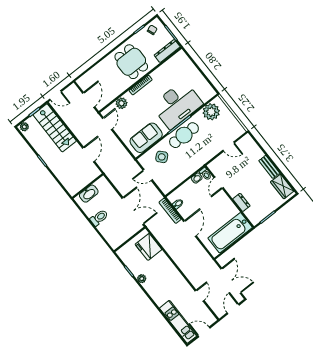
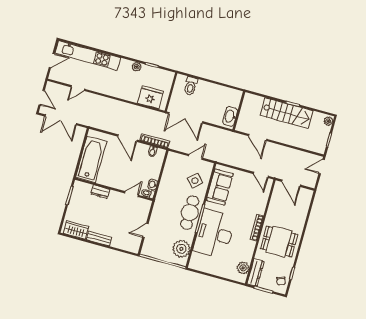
plant: (121, 103) -> (243, 268), moved
stairs: (55, 128) -> (287, 113), moved, turned 180
door: (219, 183) -> (131, 194), hinge flipped
washbasin: (89, 194) -> (230, 116), moved
toilet: (99, 218) -> (191, 86), moved
door: (199, 296) -> (78, 88), hinge flipped
kitchen unit: (178, 322) -> (88, 55), width x1.36

